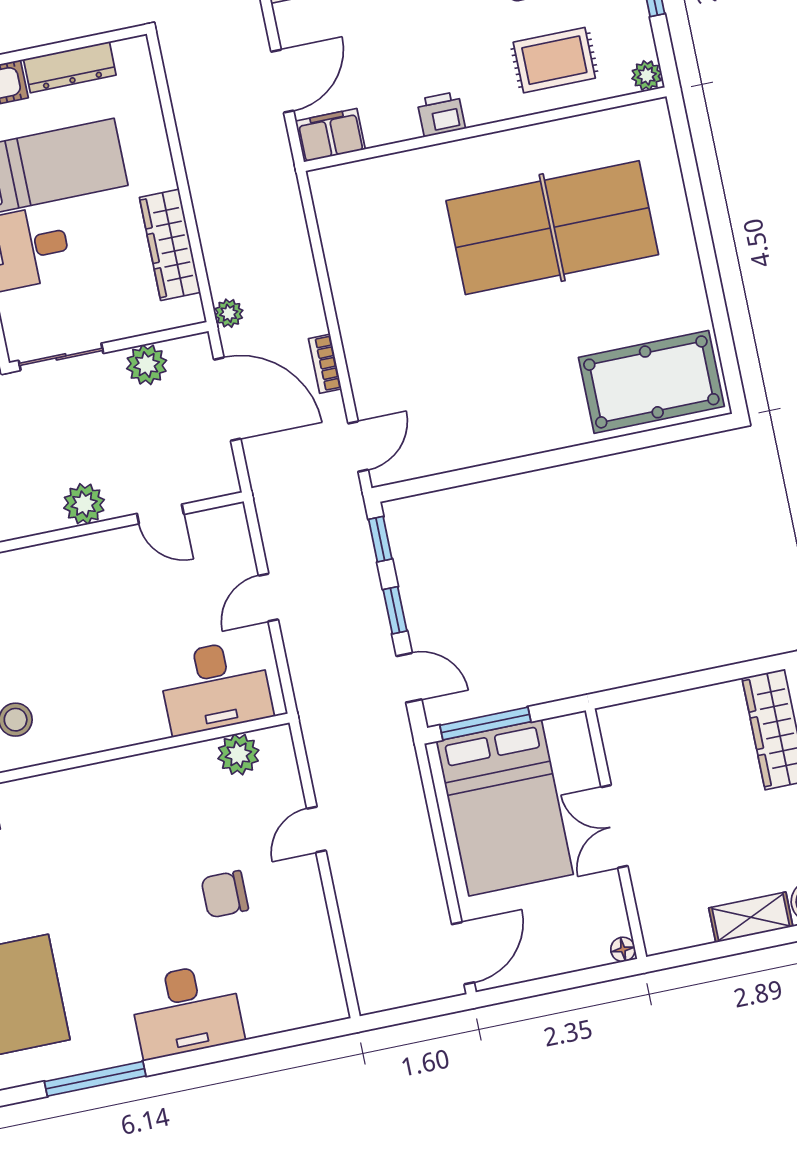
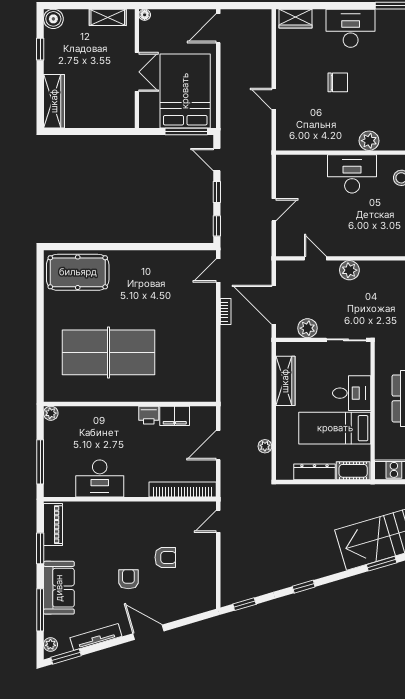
rug: (554, 60) -> (92, 429), removed
filing cabinet: (330, 135) -> (175, 416), moved
plant: (229, 313) -> (265, 446), moved
desk: (215, 687) -> (352, 174), moved
plant: (238, 754) -> (369, 141), moved
door: (316, 830) -> (274, 99), swing flipped
chair: (225, 894) -> (338, 82), moved
shelving: (751, 917) -> (108, 17), moved
wardrobe: (306, 1007) -> (296, 19), added

